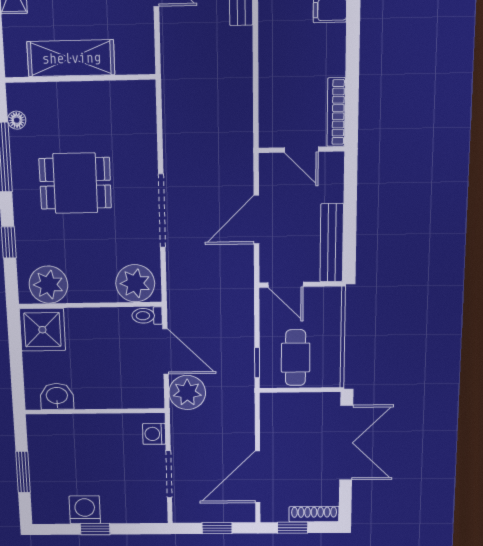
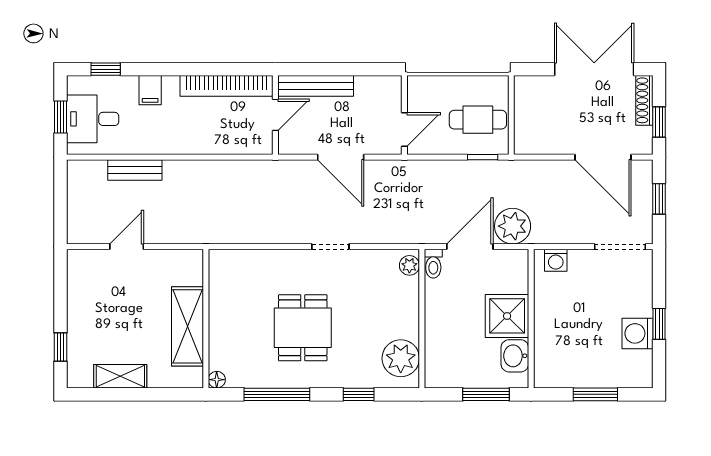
bookcase: (336, 112) -> (227, 86), width x1.48, depth x1.31
floor lamp: (17, 120) -> (217, 380), moved
doorway: (162, 211) -> (330, 247), width x0.53
bench: (332, 243) -> (316, 86), moved
plant: (135, 283) -> (409, 265), width x0.53, depth x0.53
shower: (42, 330) -> (507, 316), moved
window: (17, 369) -> (486, 394), added
double door: (346, 443) -> (594, 69), moved
doorway: (169, 474) -> (620, 247), moved

